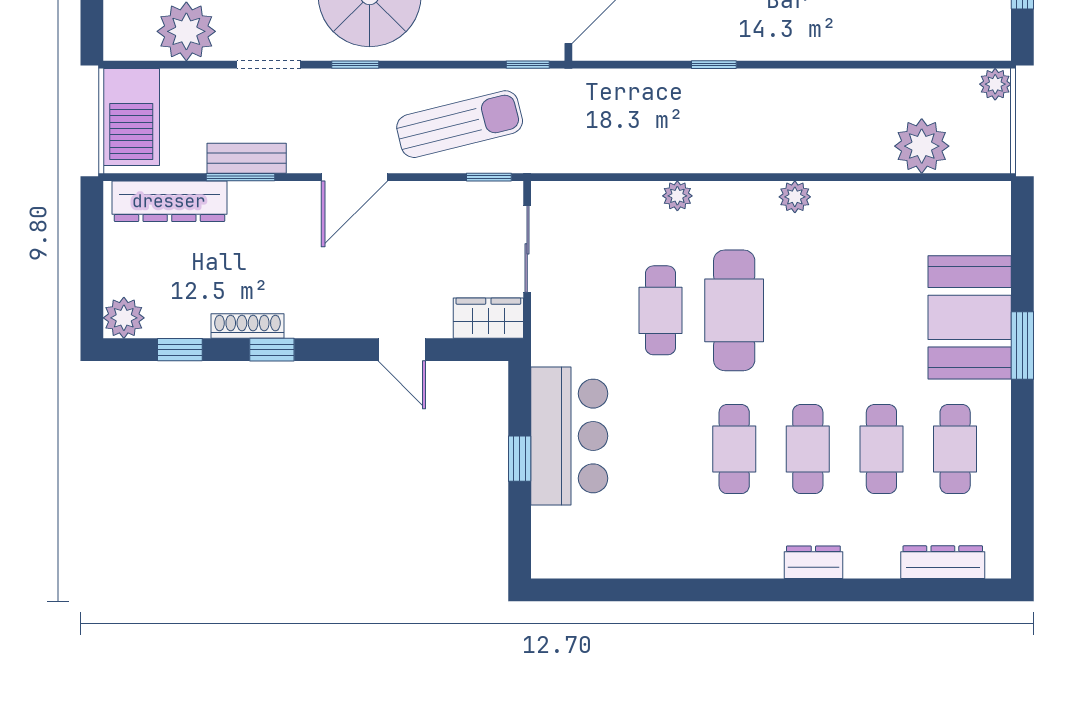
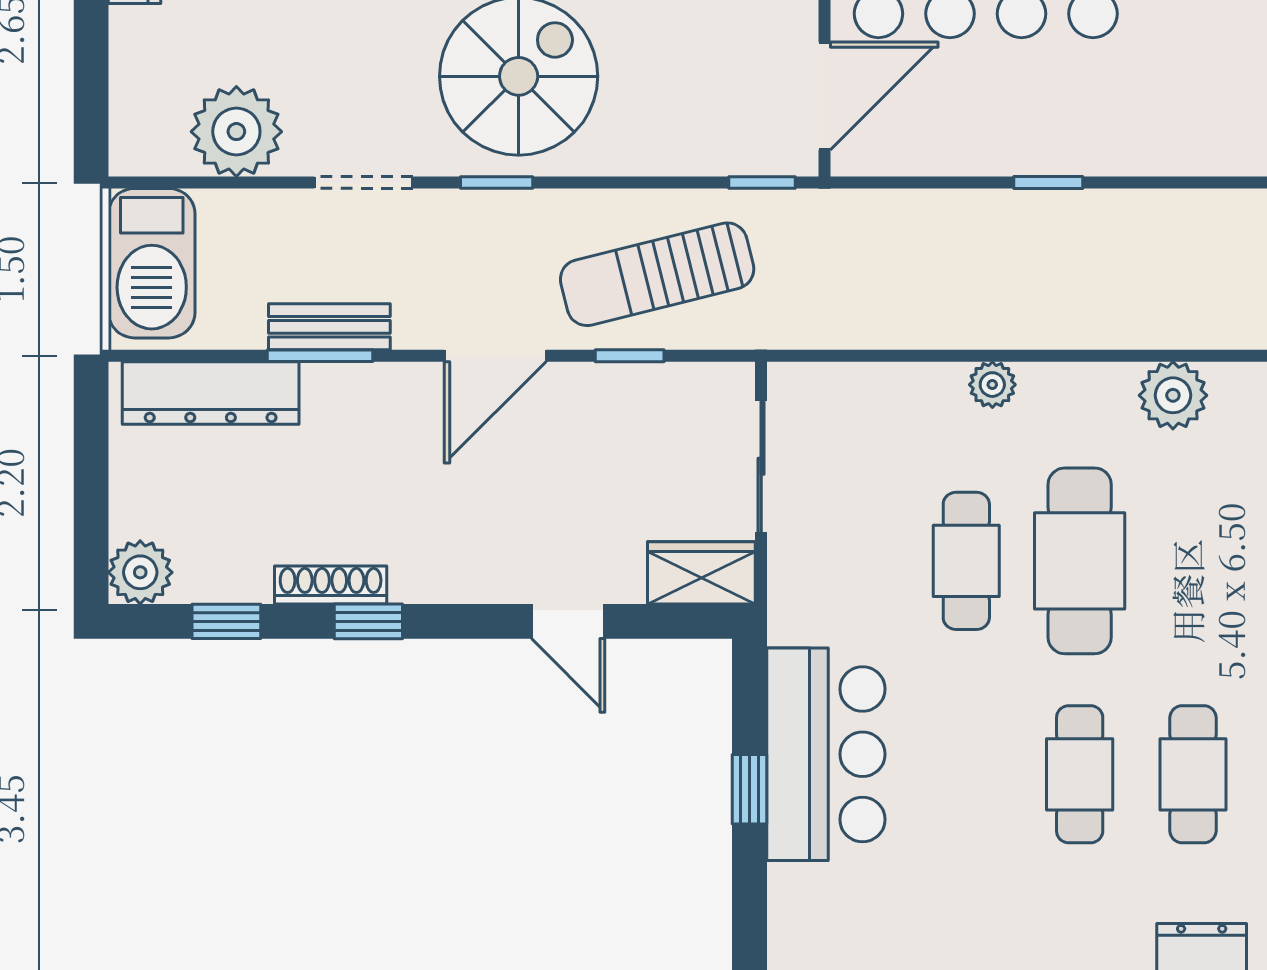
sun lounger: (460, 124) -> (657, 274), turned 180
window: (489, 177) -> (630, 356), moved
plant: (795, 197) -> (1173, 395), width x1.38, depth x1.38

